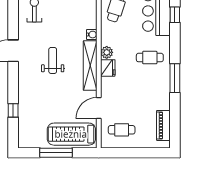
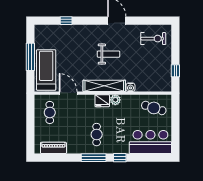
window: (175, 15) -> (120, 158), moved
cafe table: (150, 58) -> (97, 135), moved

